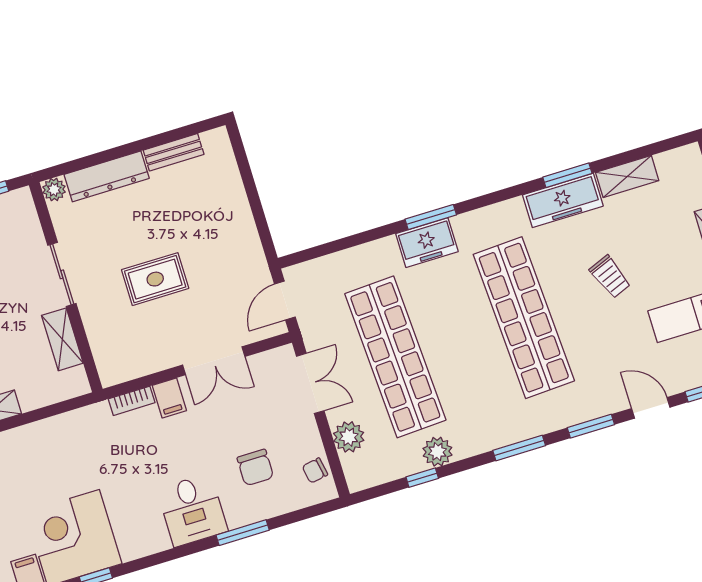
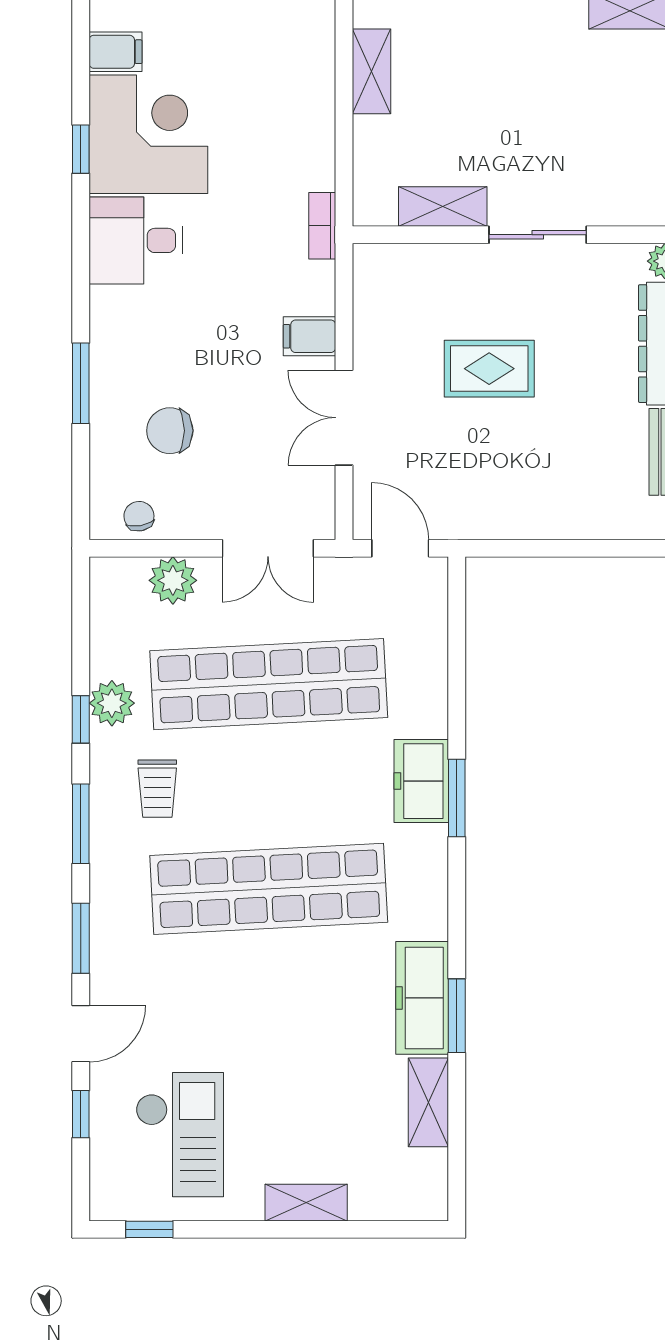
trolley: (610, 277) -> (157, 789), moved, turned -68
rug: (155, 279) -> (489, 369), turned 90
bookcase: (132, 401) -> (322, 226), moved
window: (422, 478) -> (81, 719), moved
desk: (192, 510) -> (136, 240), moved

